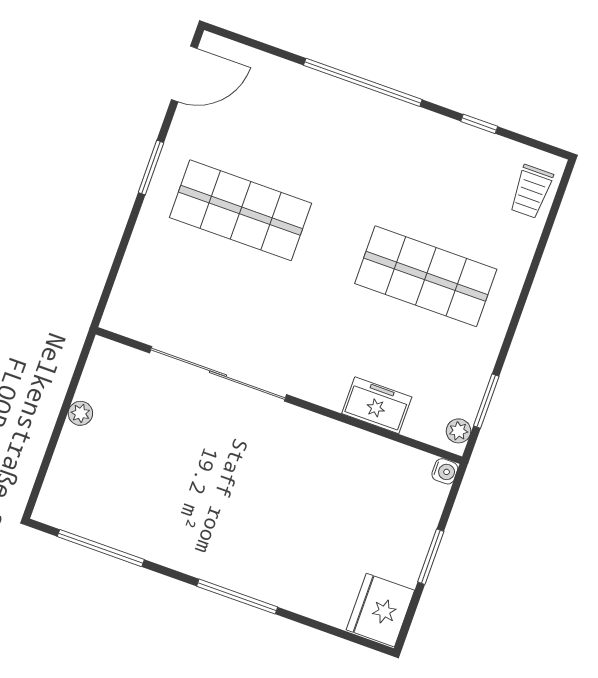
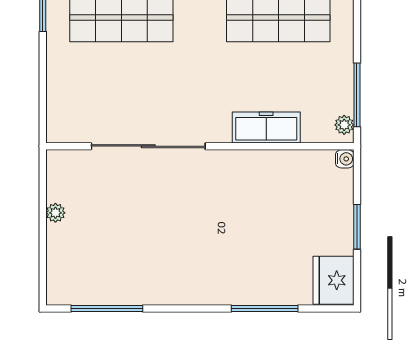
window: (486, 401) -> (357, 95), width x1.44
freezer: (377, 405) -> (266, 127), width x1.40
window: (237, 597) -> (265, 309), moved

